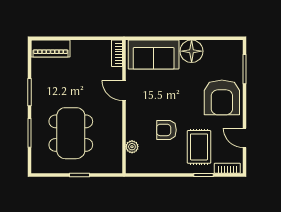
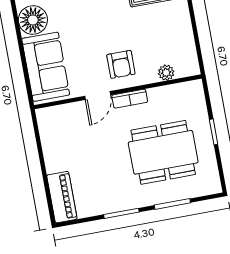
bookcase: (117, 53) -> (130, 99), moved
armchair: (166, 130) -> (121, 64), moved

